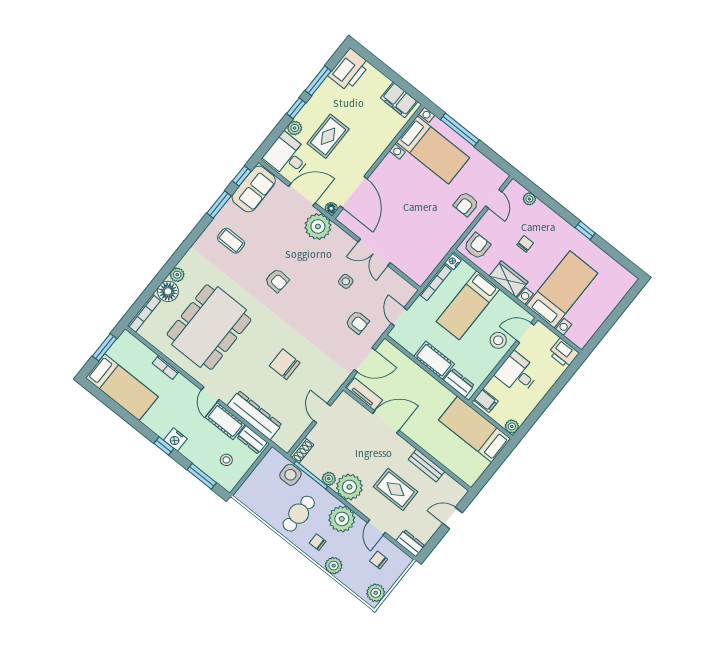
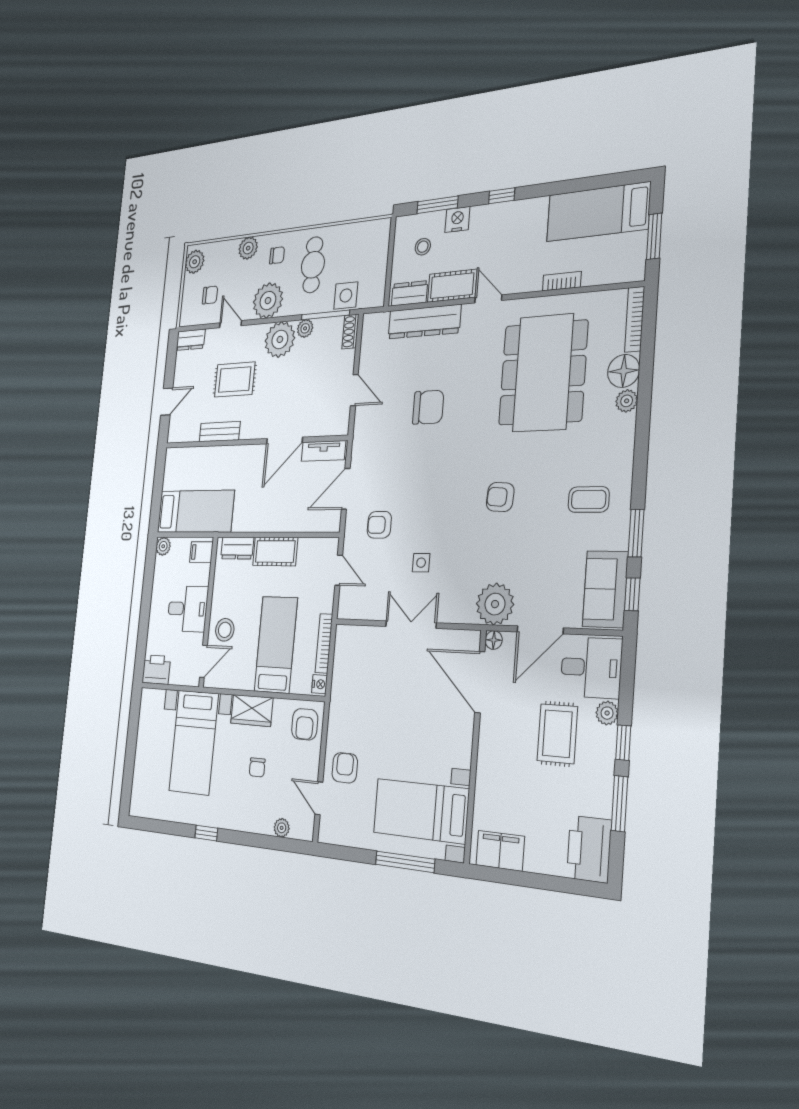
nightstand: (175, 439) -> (457, 220), moved

